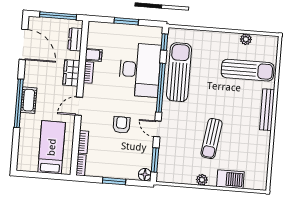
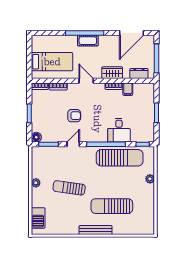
plant: (246, 39) -> (150, 179), moved
desk: (140, 70) -> (119, 130), width x0.53, depth x0.77
sun lounger: (248, 70) -> (112, 206), moved, turned 90
barbecue: (230, 179) -> (38, 218), moved

